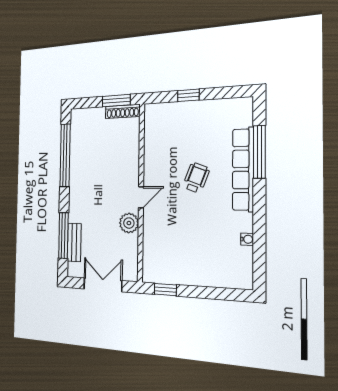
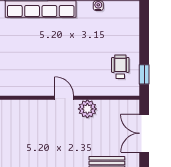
wheelchair: (196, 178) -> (120, 67), moved, turned 69

